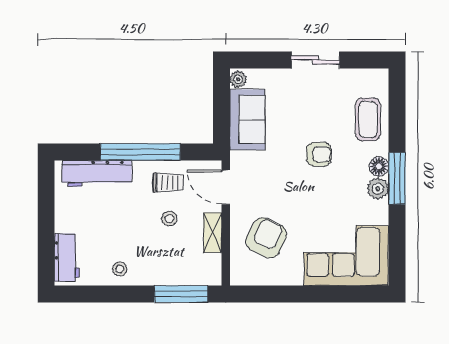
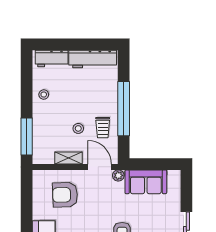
plant: (238, 79) -> (118, 175), moved
workbench: (97, 173) -> (93, 59), moved, turned -90
door: (226, 187) -> (100, 167), hinge flipped
armchair: (266, 238) -> (65, 195), turned 152

